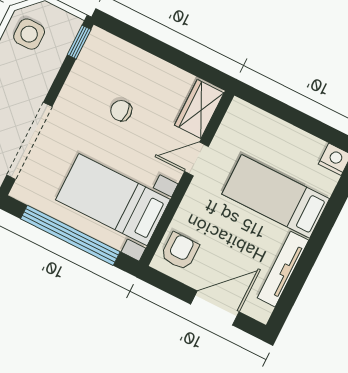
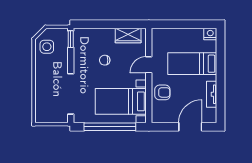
wardrobe: (199, 109) -> (128, 36), moved, turned -90
armchair: (180, 251) -> (162, 92), moved, turned 90
tv unit: (283, 269) -> (212, 94), width x0.71

